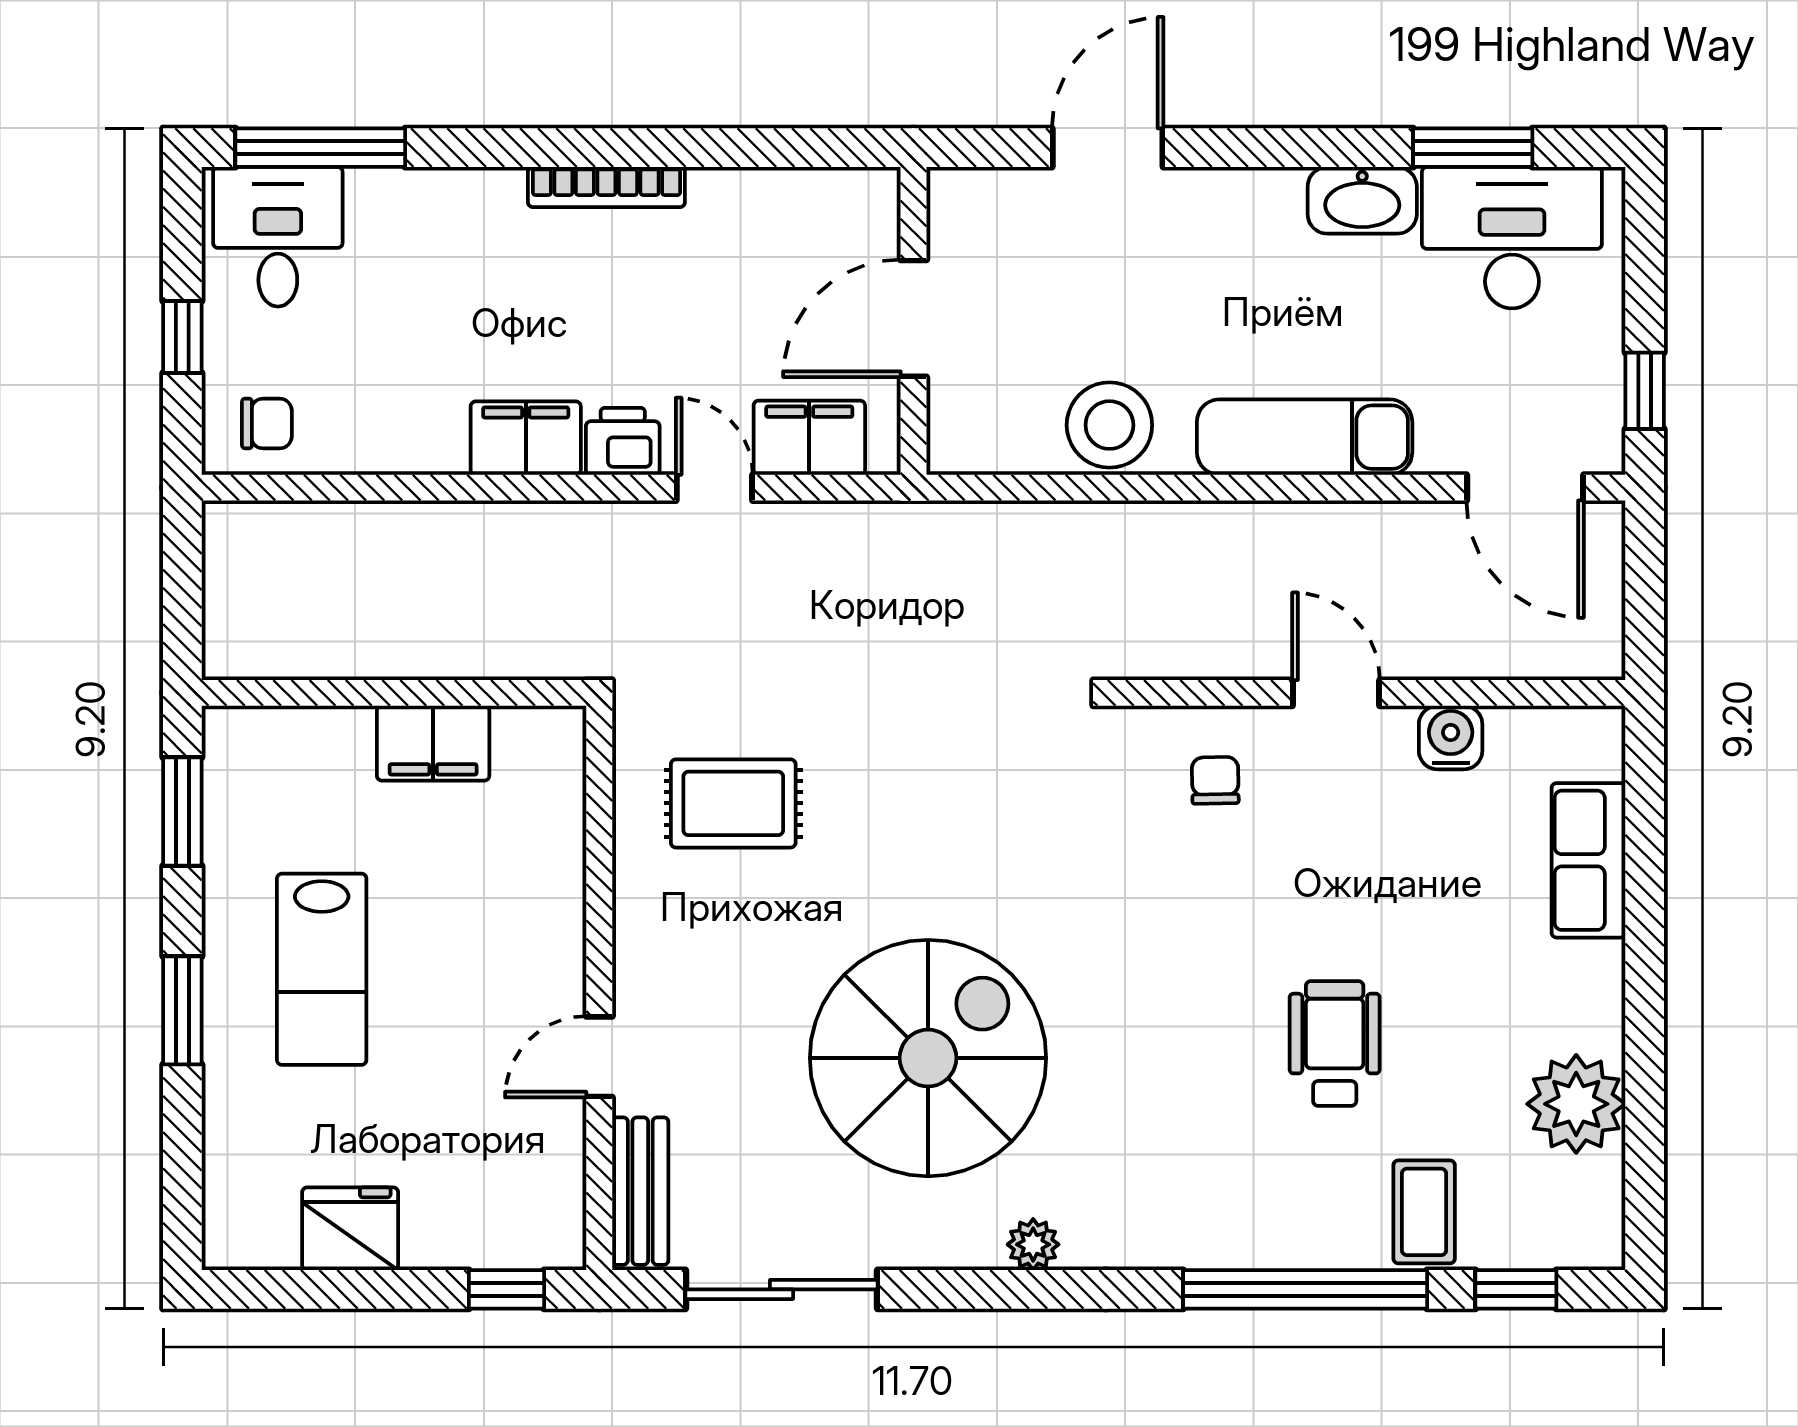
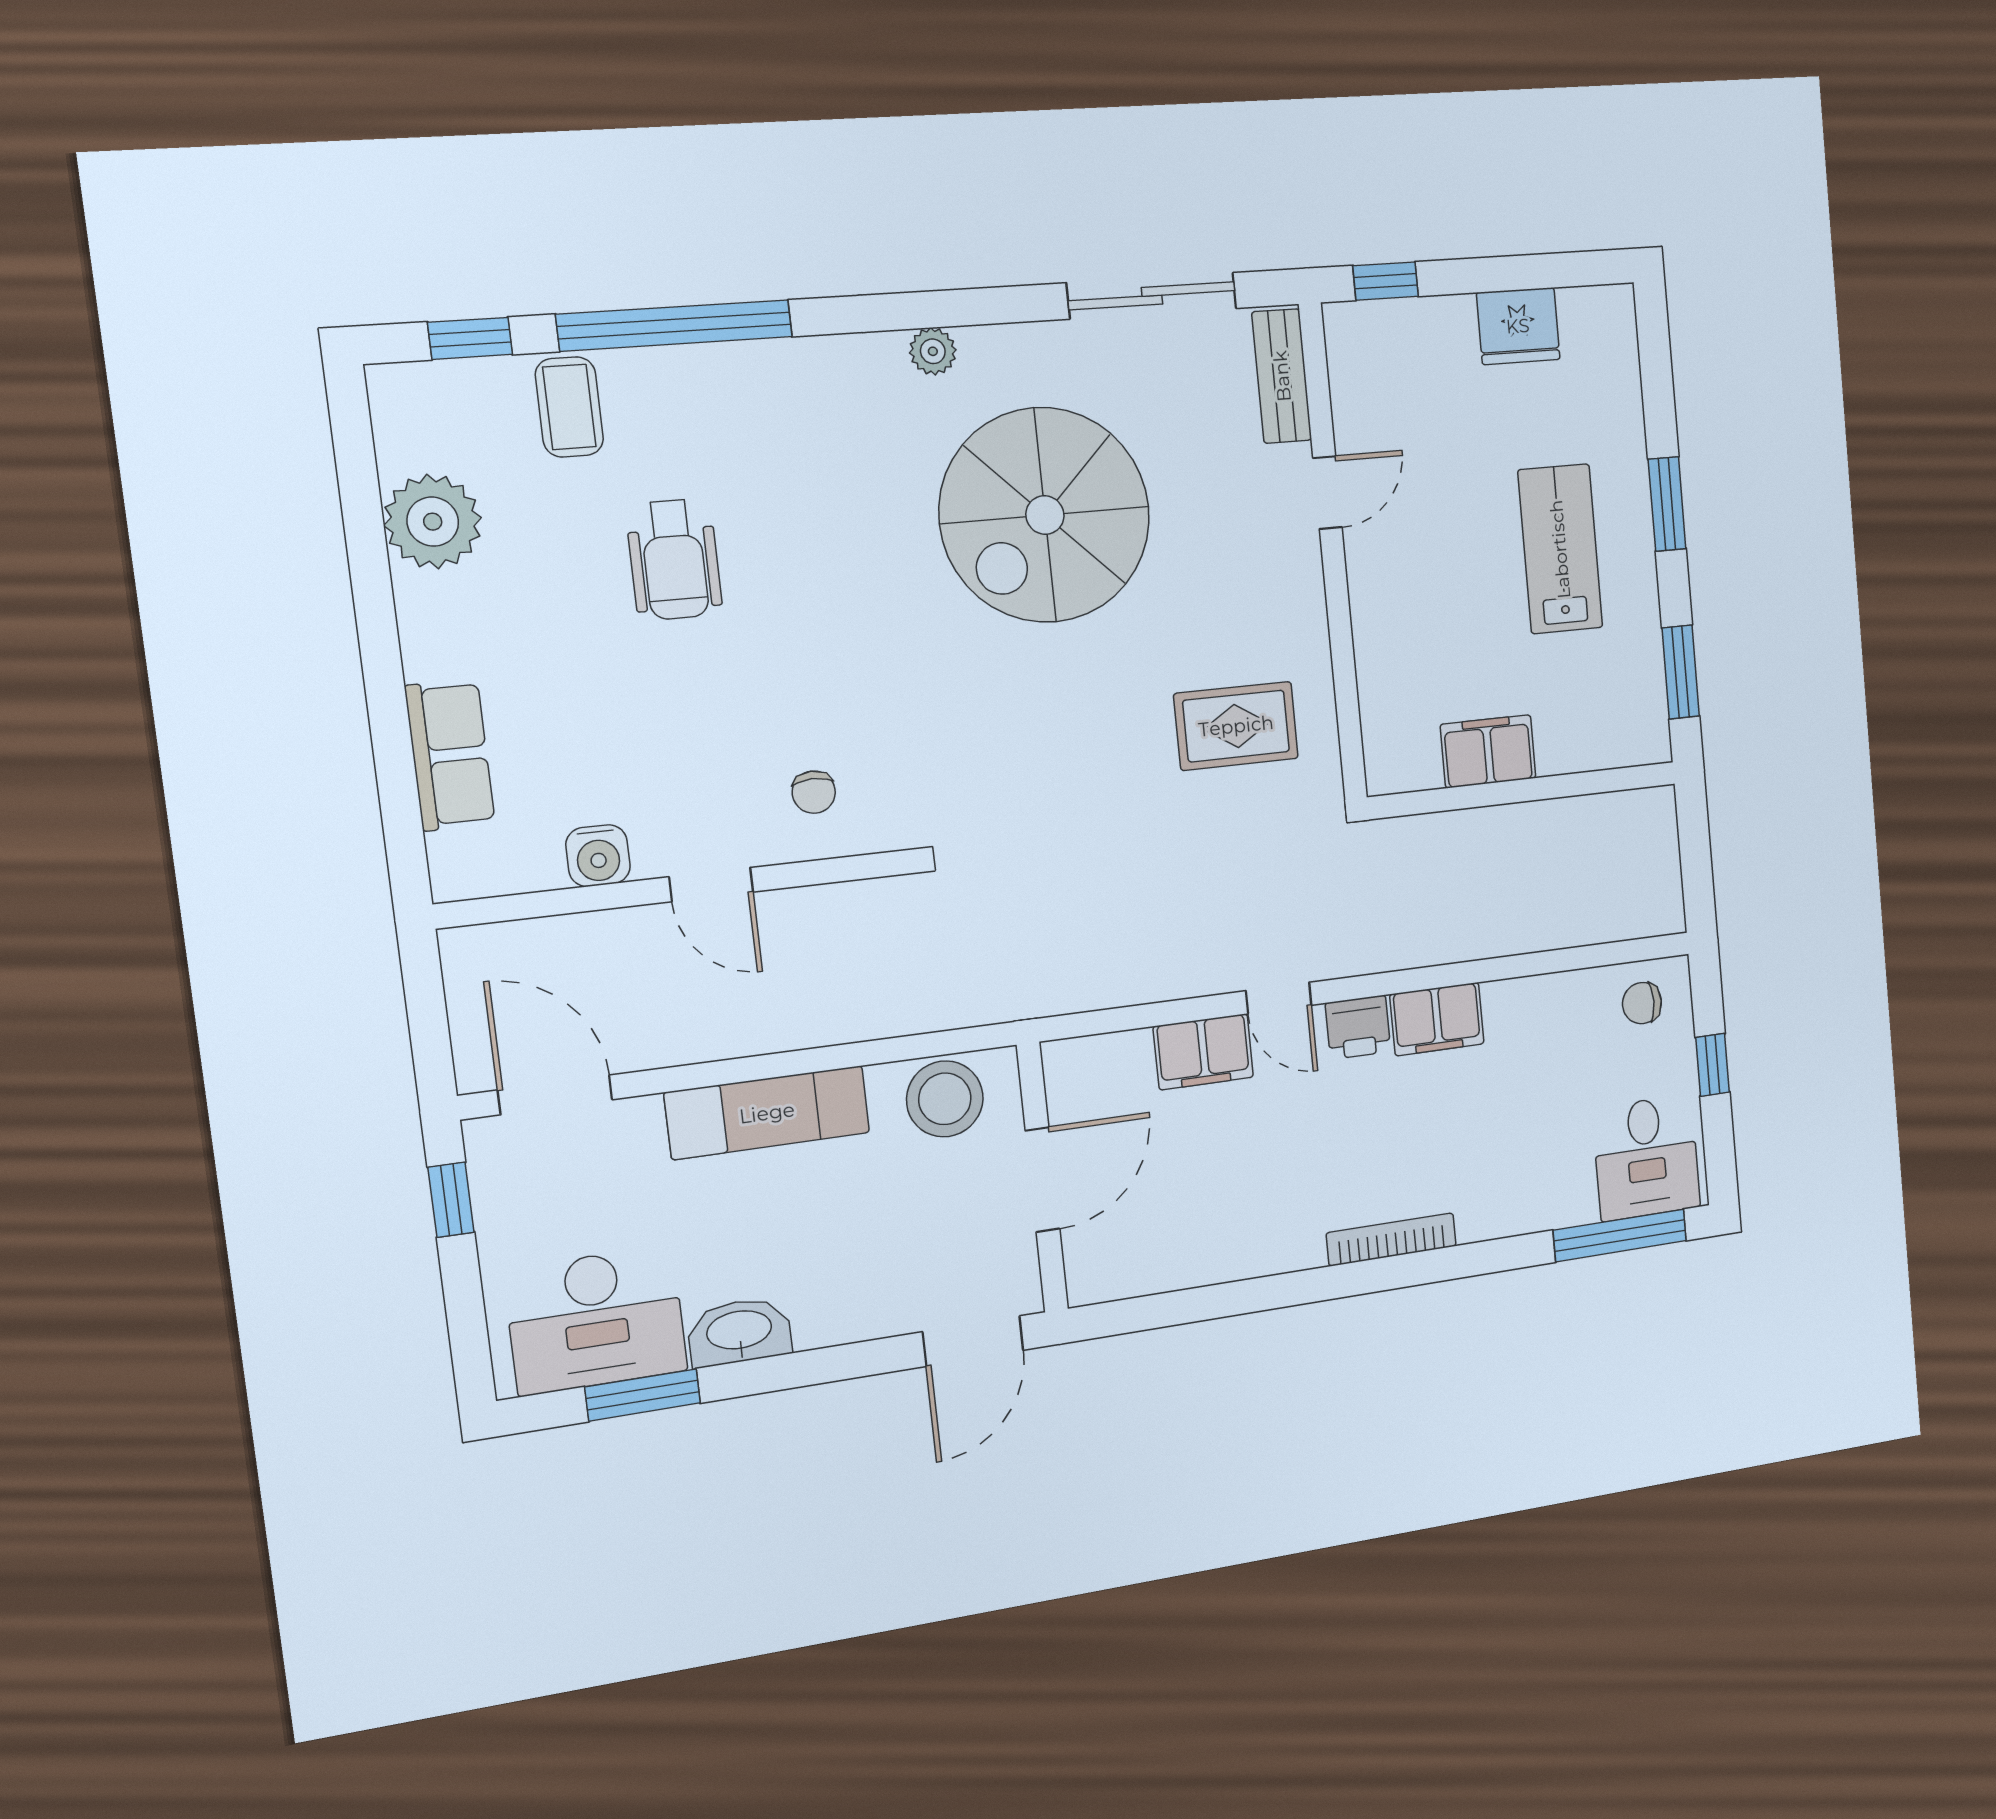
door: (913, 318) -> (1042, 1180), moved
wall: (913, 321) -> (1042, 1177), moved

